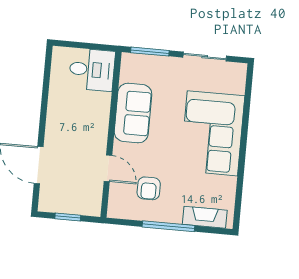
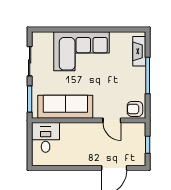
sofa: (133, 113) -> (65, 107), width x1.36
door: (108, 168) -> (112, 120), swing flipped
armchair: (149, 188) -> (135, 109), moved, turned 180

